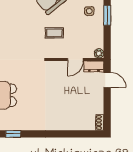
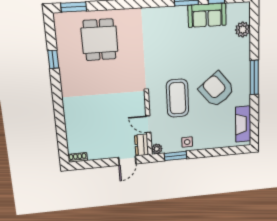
side table: (89, 11) -> (187, 142), moved
window: (107, 15) -> (176, 156), moved
coffee table: (54, 33) -> (178, 98), width x1.86, depth x1.72

